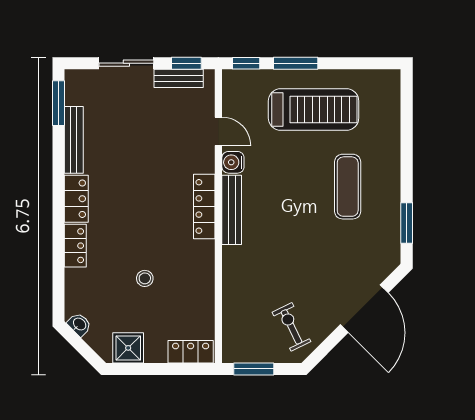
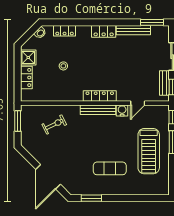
locker: (75, 246) -> (65, 31), moved
door: (364, 309) -> (48, 177), hinge flipped
exercise bike: (291, 327) -> (54, 124), moved
locker: (191, 352) -> (26, 78), moved

